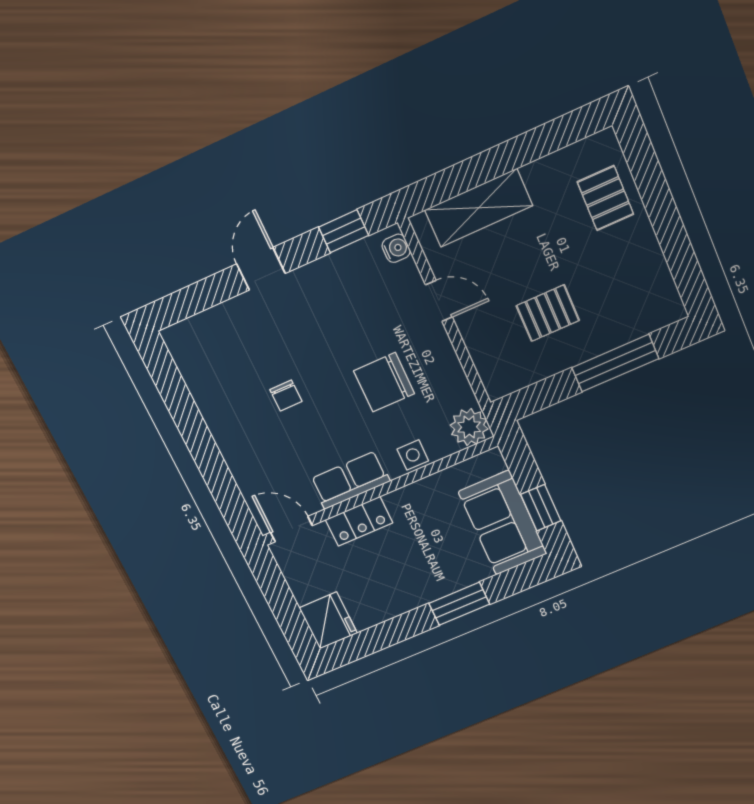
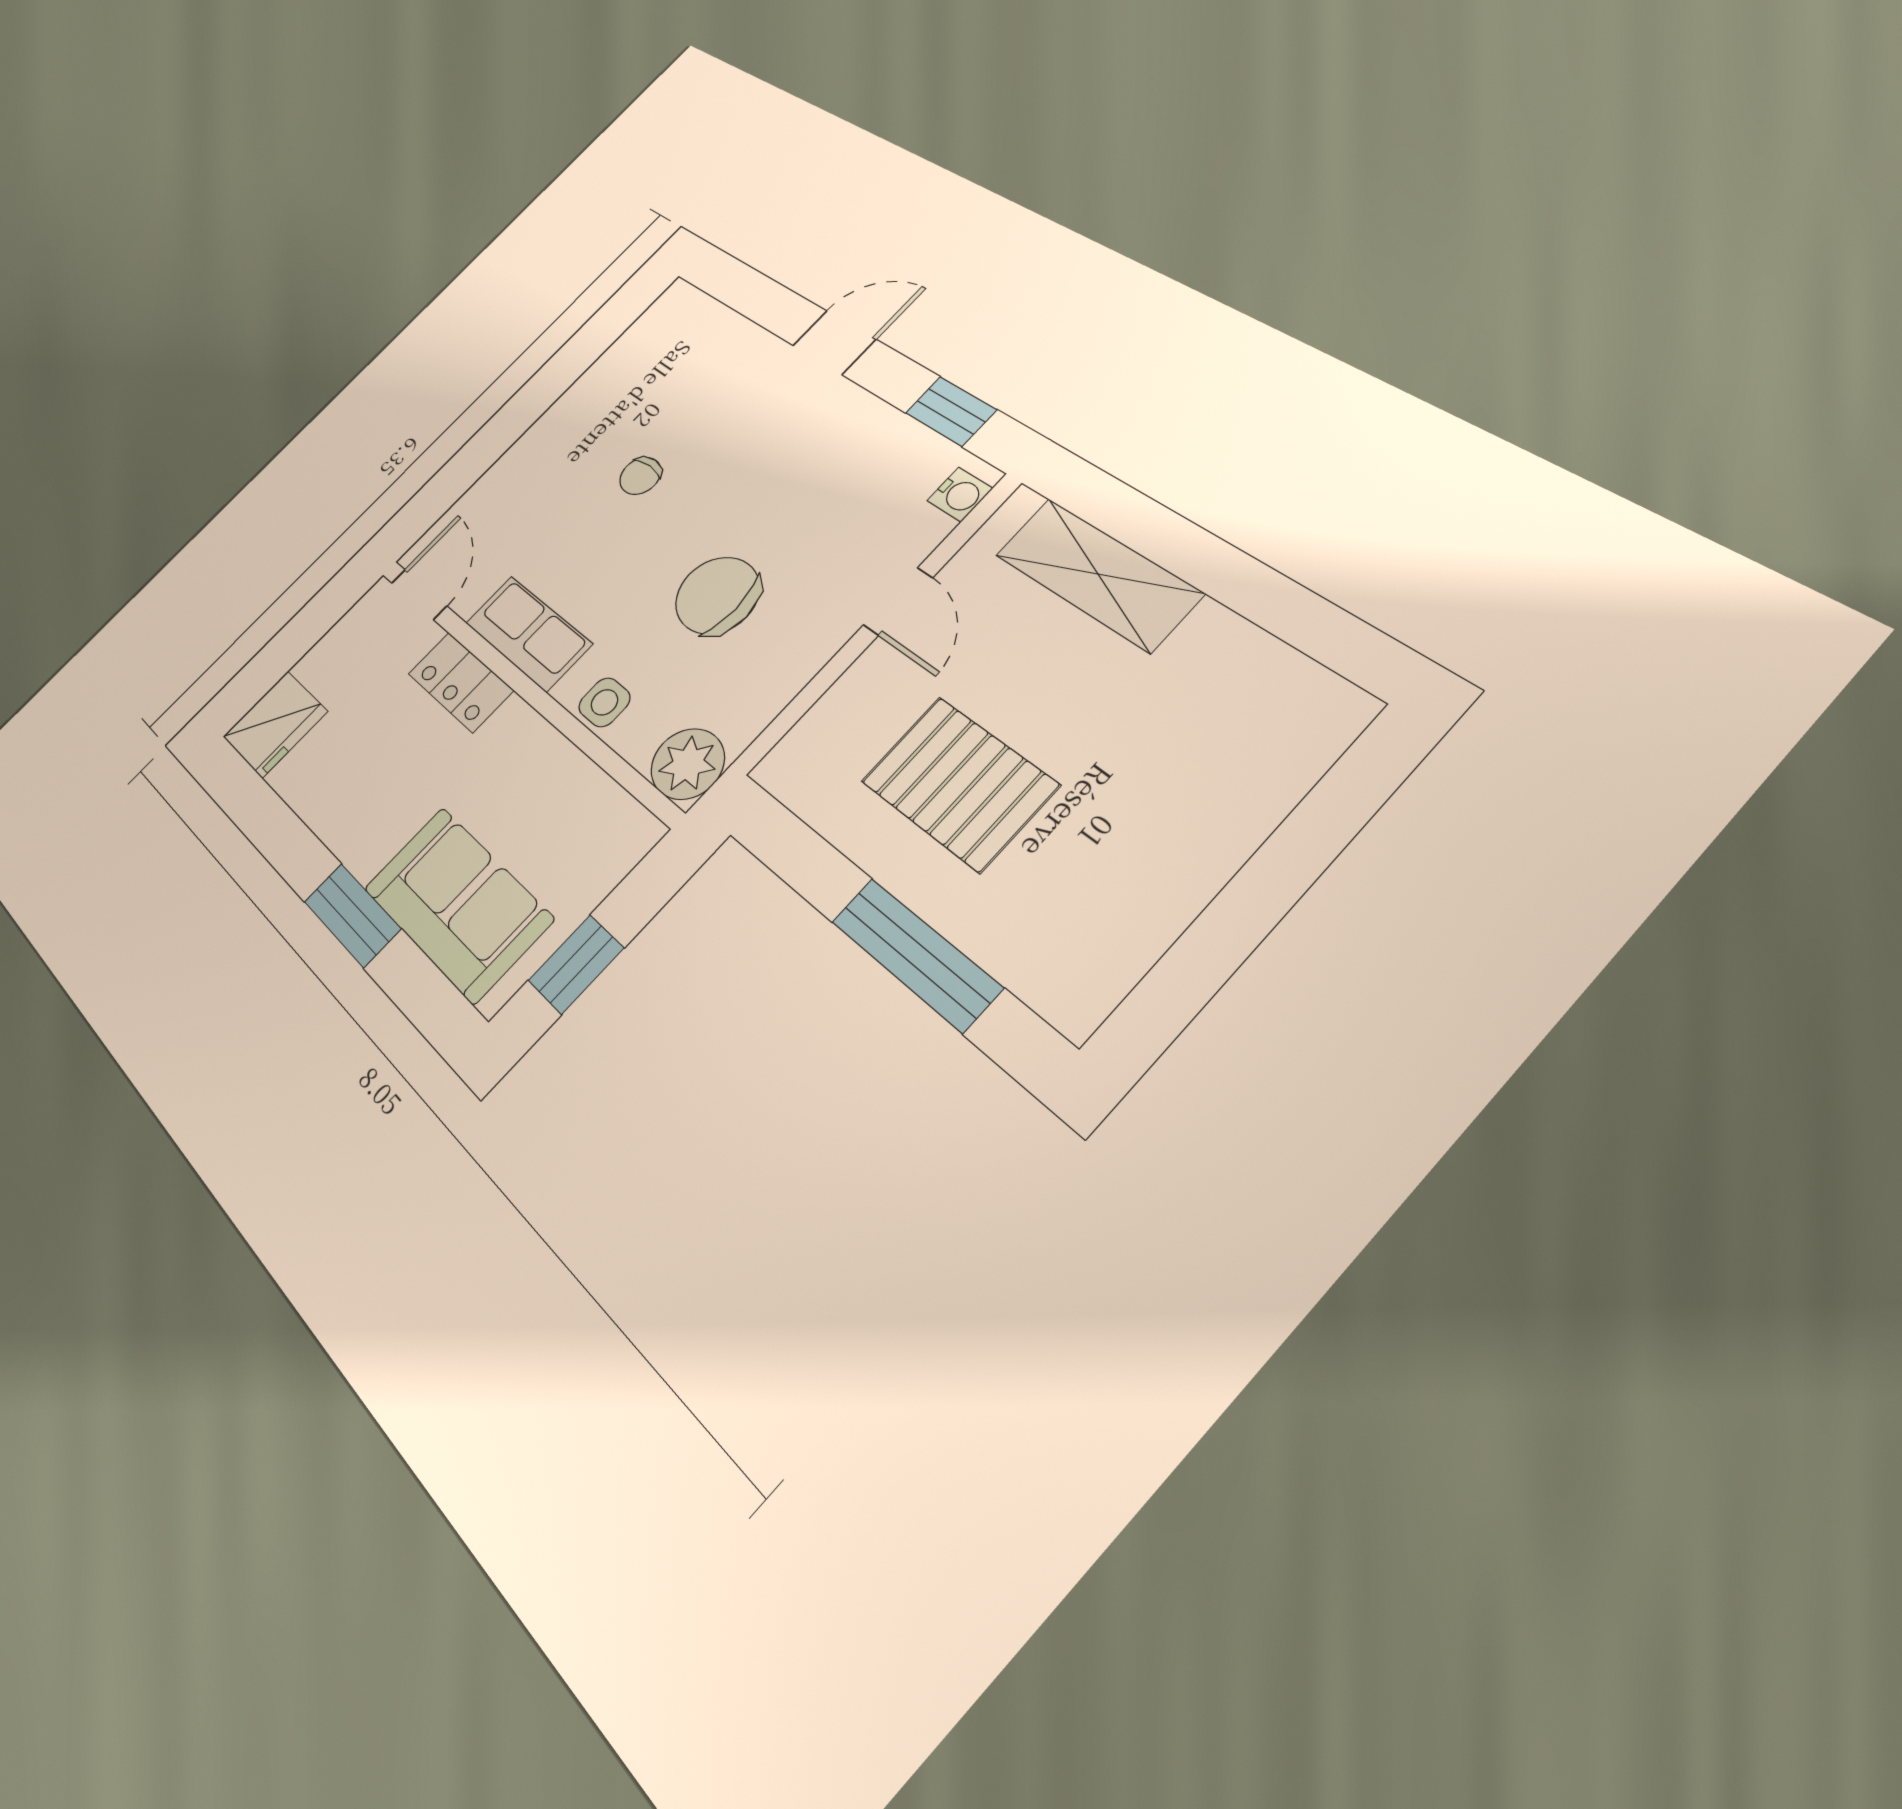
pallet: (605, 198) -> (1237, 766), removed
pallet: (548, 313) -> (959, 783), width x1.50, depth x1.42
sofa: (503, 523) -> (458, 904), moved, turned 90

